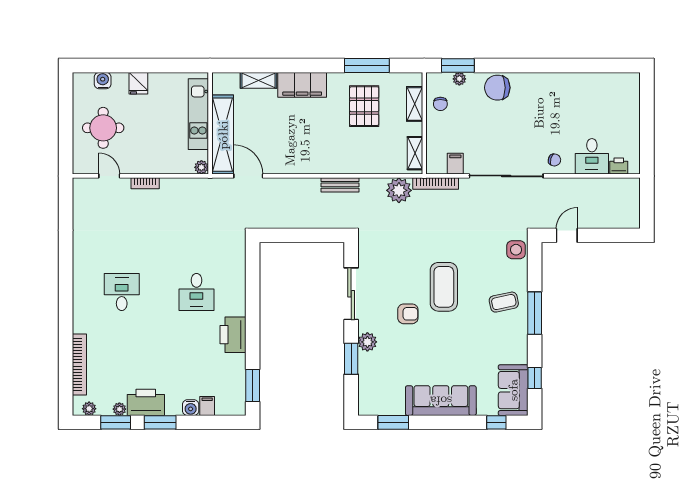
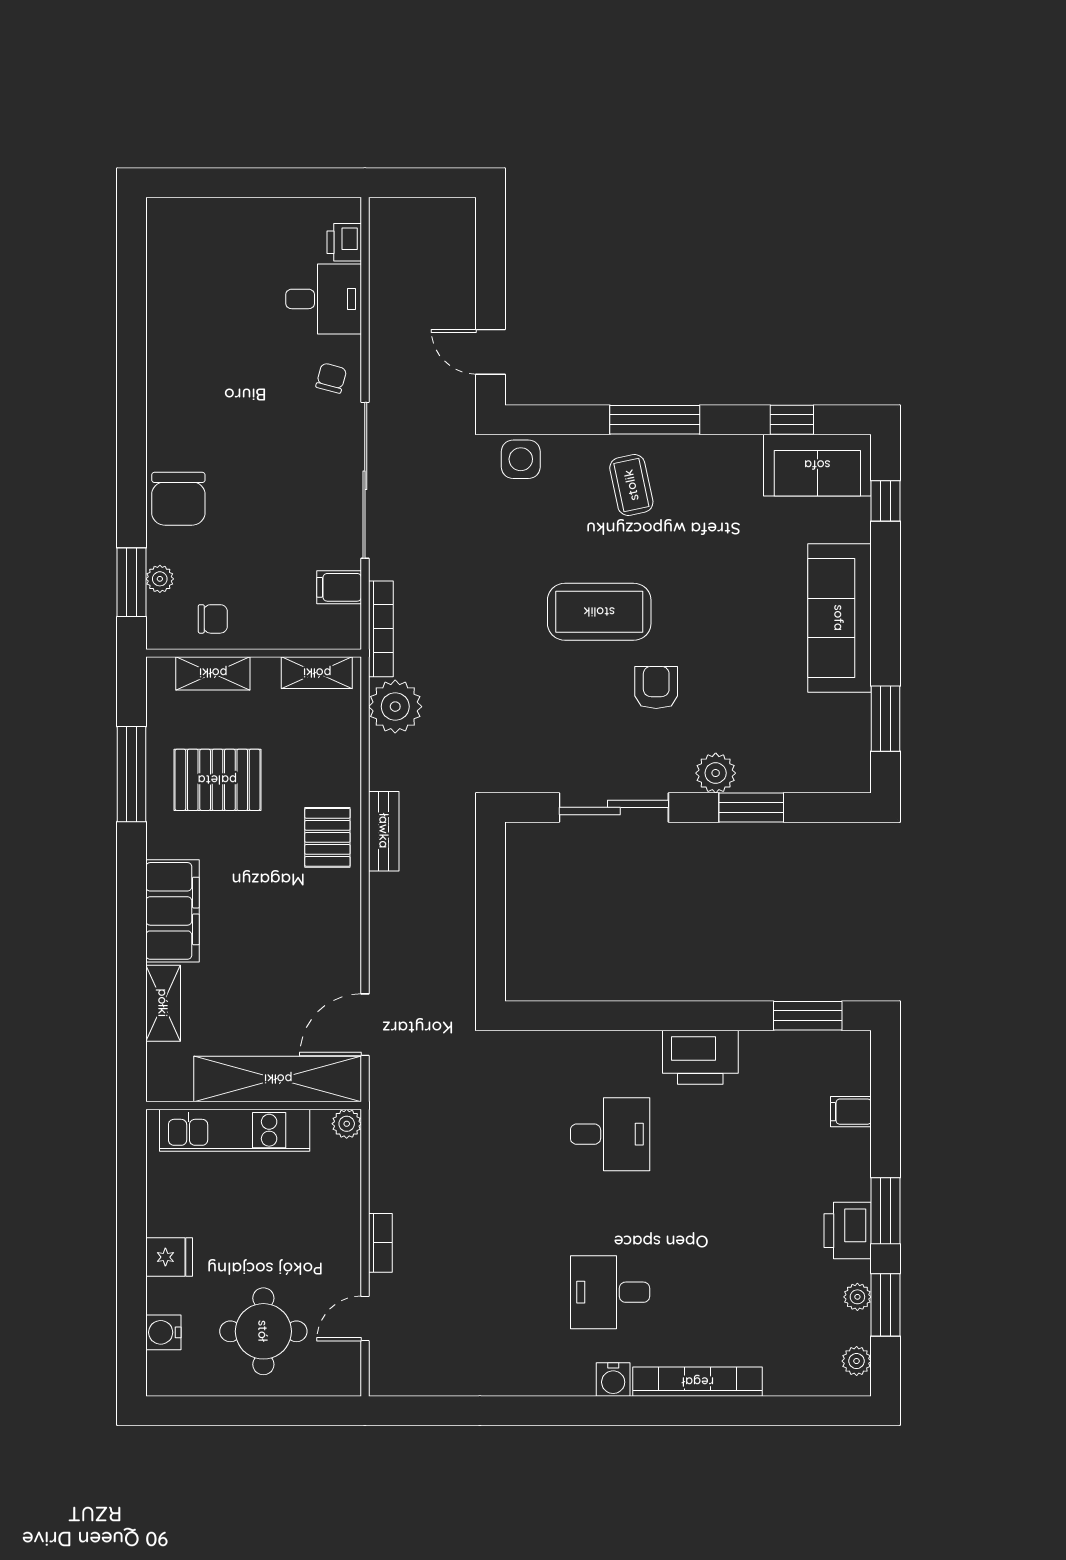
pallet: (337, 158) -> (327, 837), added
bookcase: (79, 365) -> (698, 1382), moved
printer: (146, 402) -> (848, 1231), width x0.73, depth x0.84
water cooler: (191, 408) -> (613, 1379), moved, turned 90

